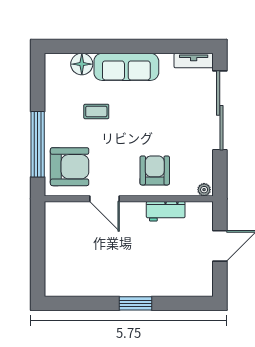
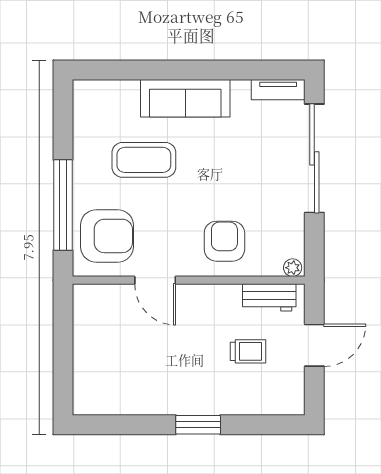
floor lamp: (82, 64) -> (124, 94), removed
coffee table: (96, 111) -> (144, 160), width x1.86, depth x1.72
workbench: (166, 211) -> (269, 297), moved
trolley: (172, 250) -> (248, 351), added

